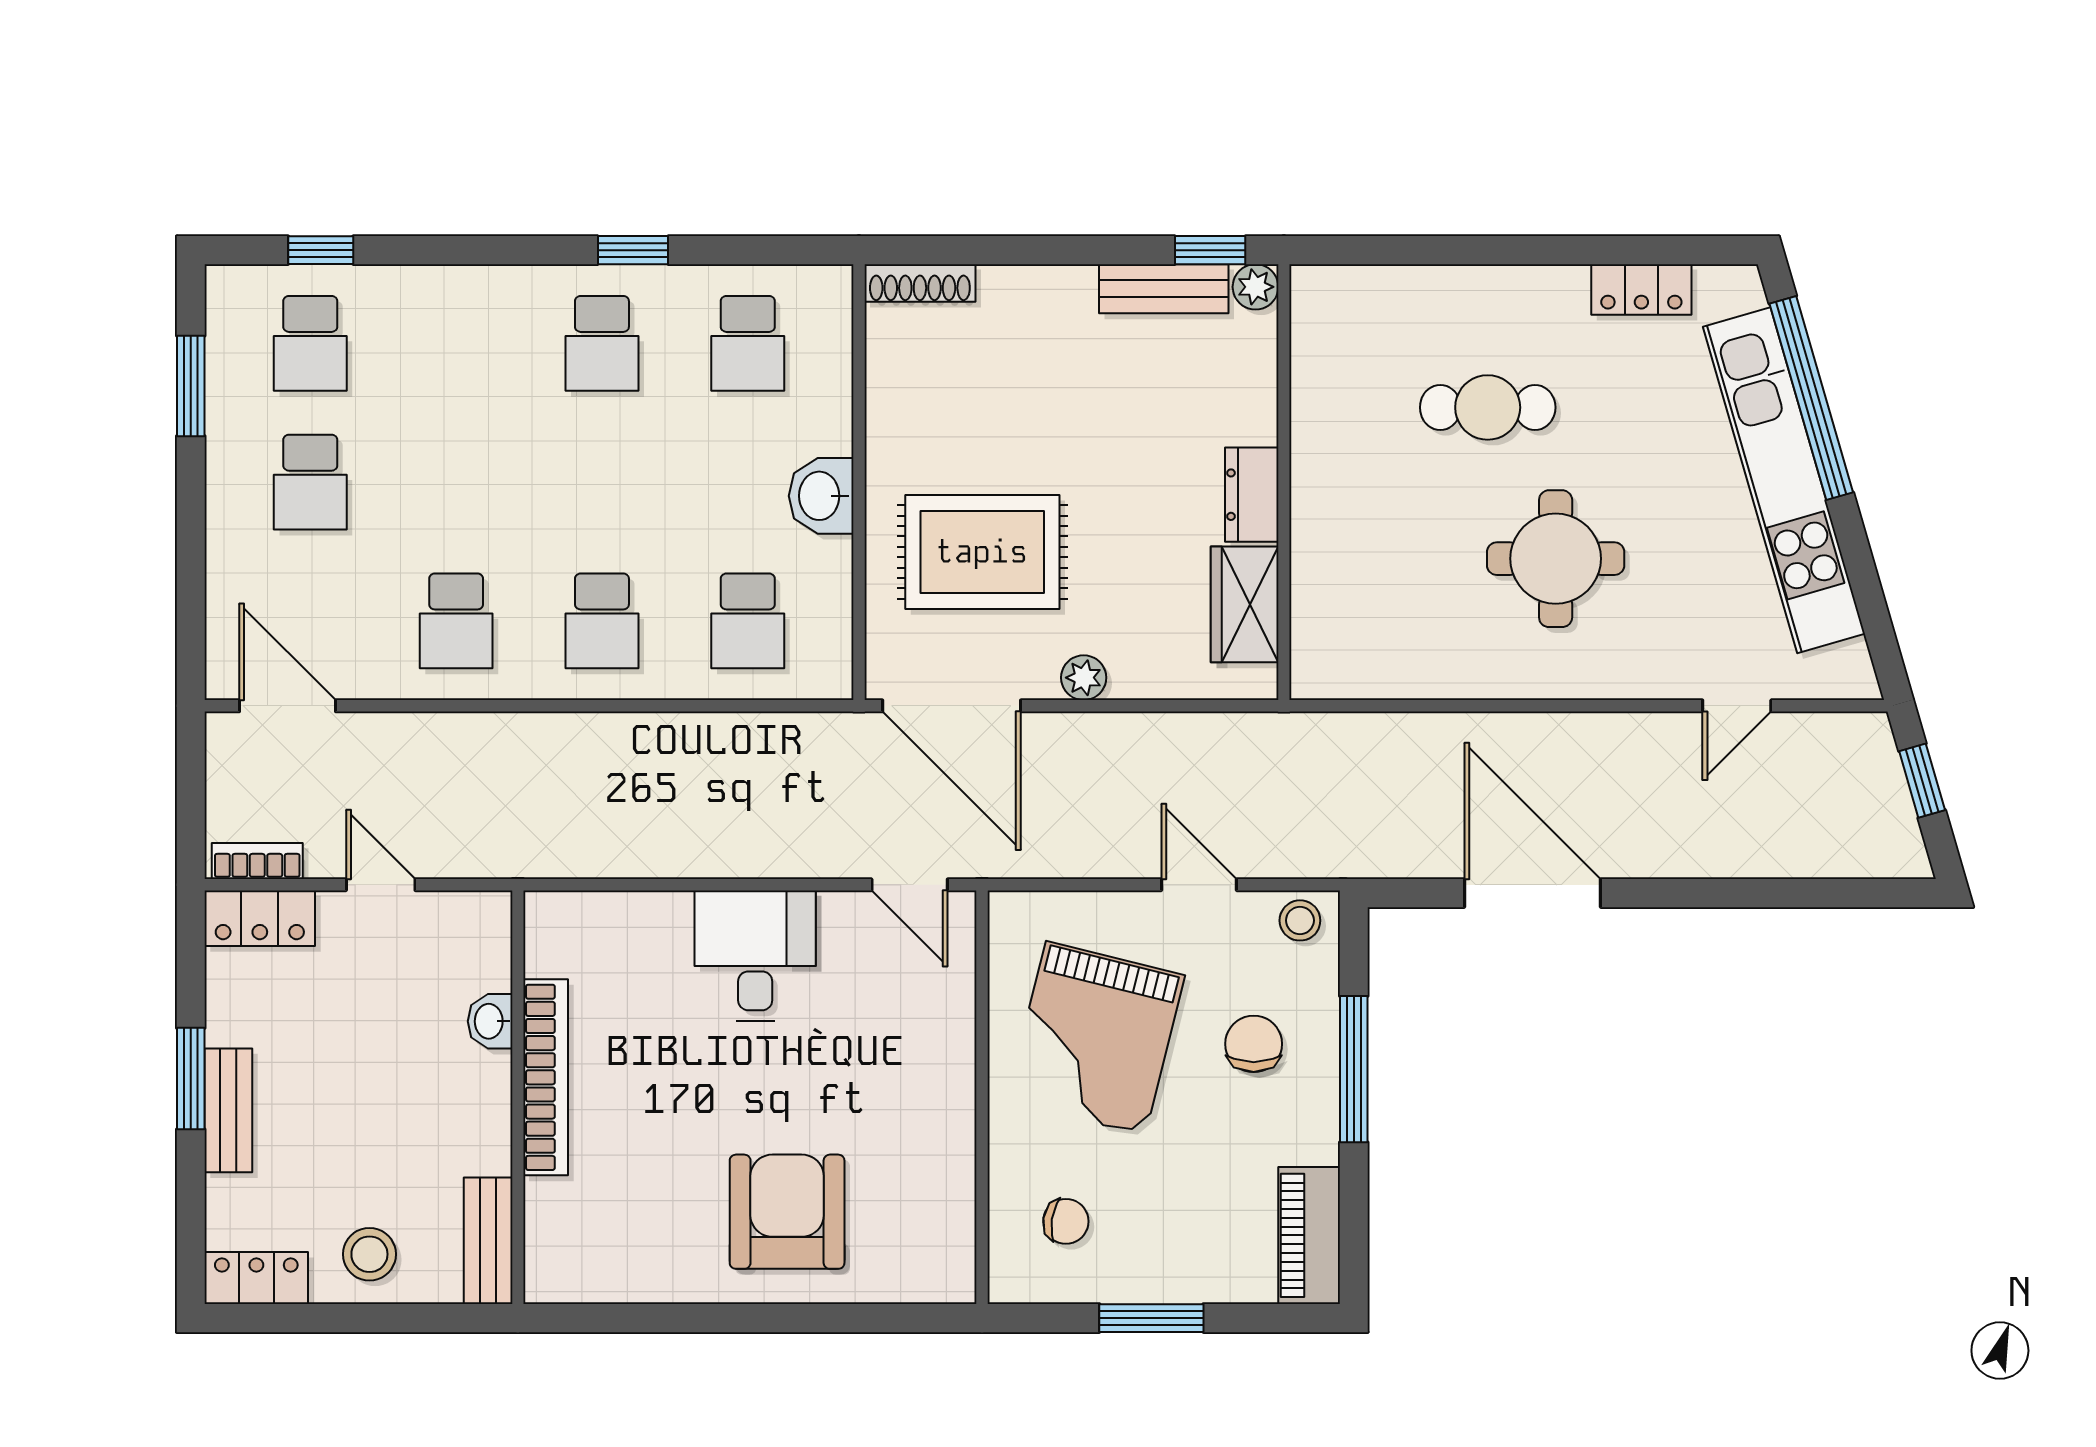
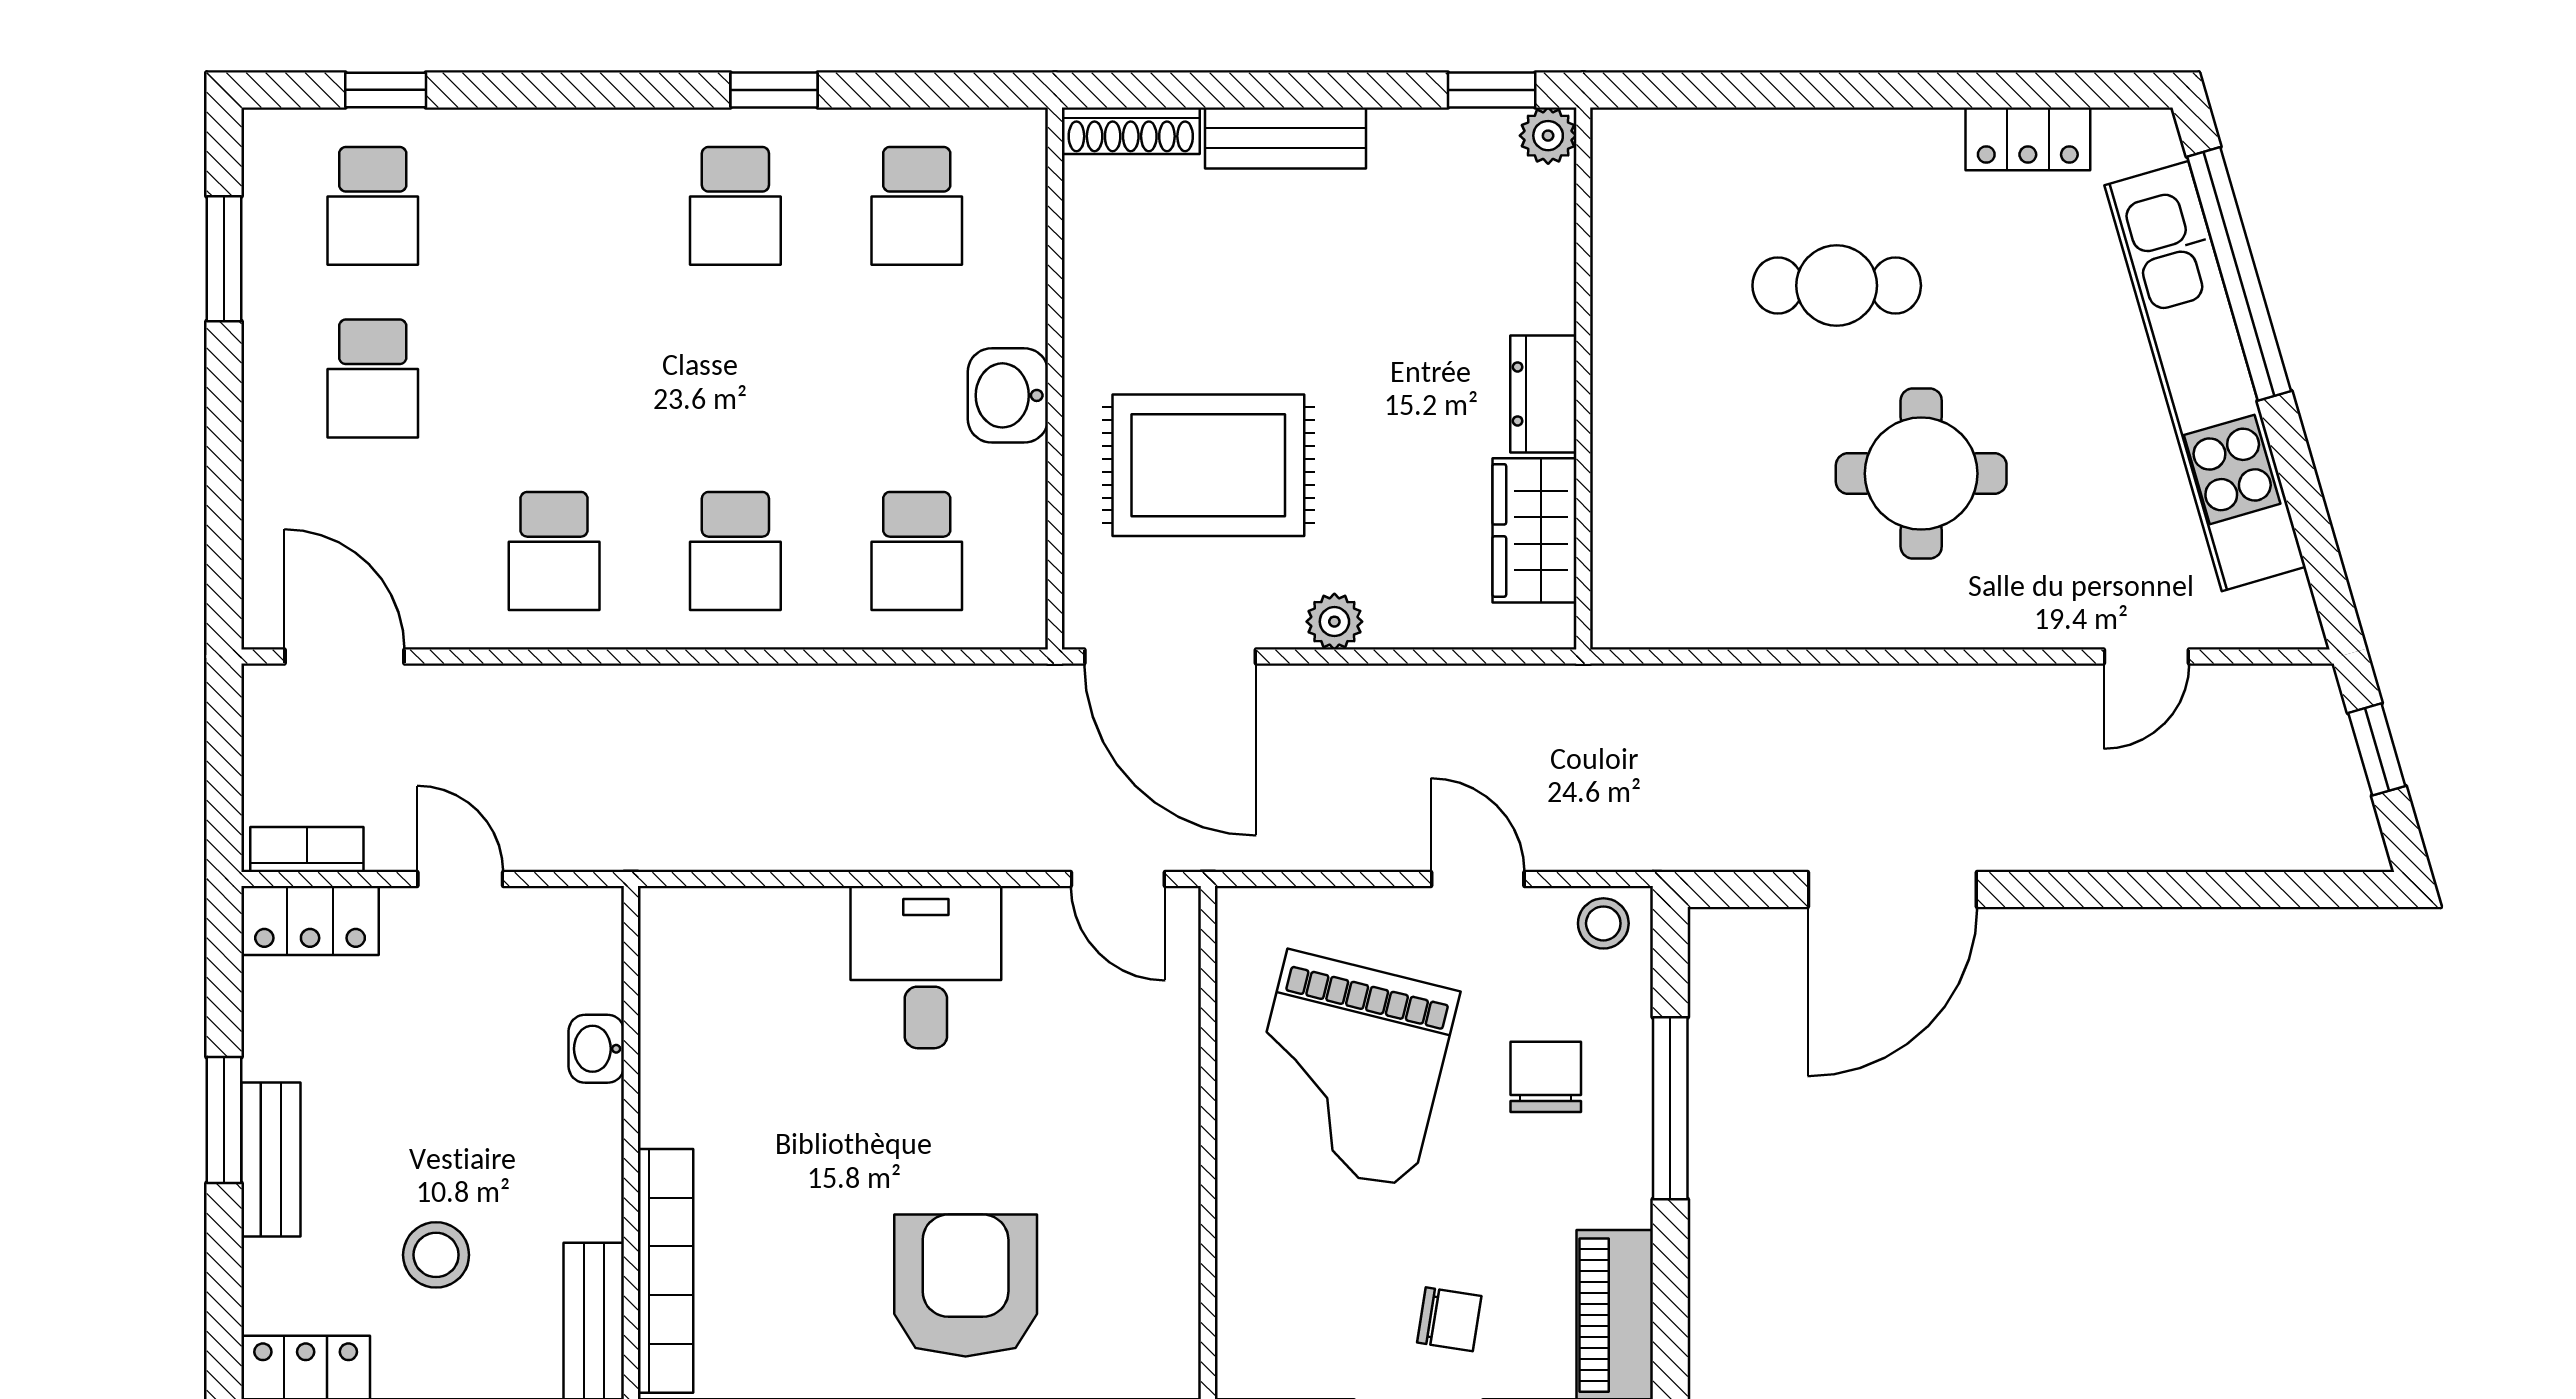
bench: (1164, 289) -> (1286, 138), moved
door: (1532, 893) -> (1892, 889), swing flipped
bookcase: (546, 1077) -> (665, 1271), moved
chair: (1066, 1221) -> (1449, 1319), moved
stool: (369, 1254) -> (436, 1255), moved

